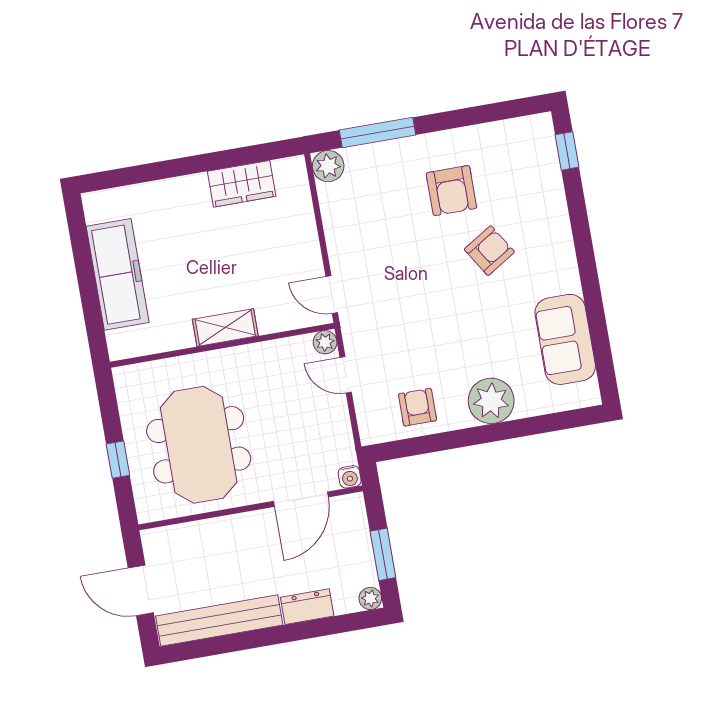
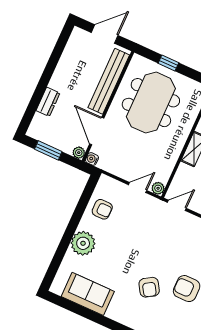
meeting table: (199, 445) -> (151, 103), turned 90
plant: (370, 598) -> (79, 153), moved
bench: (219, 621) -> (109, 81), moved

